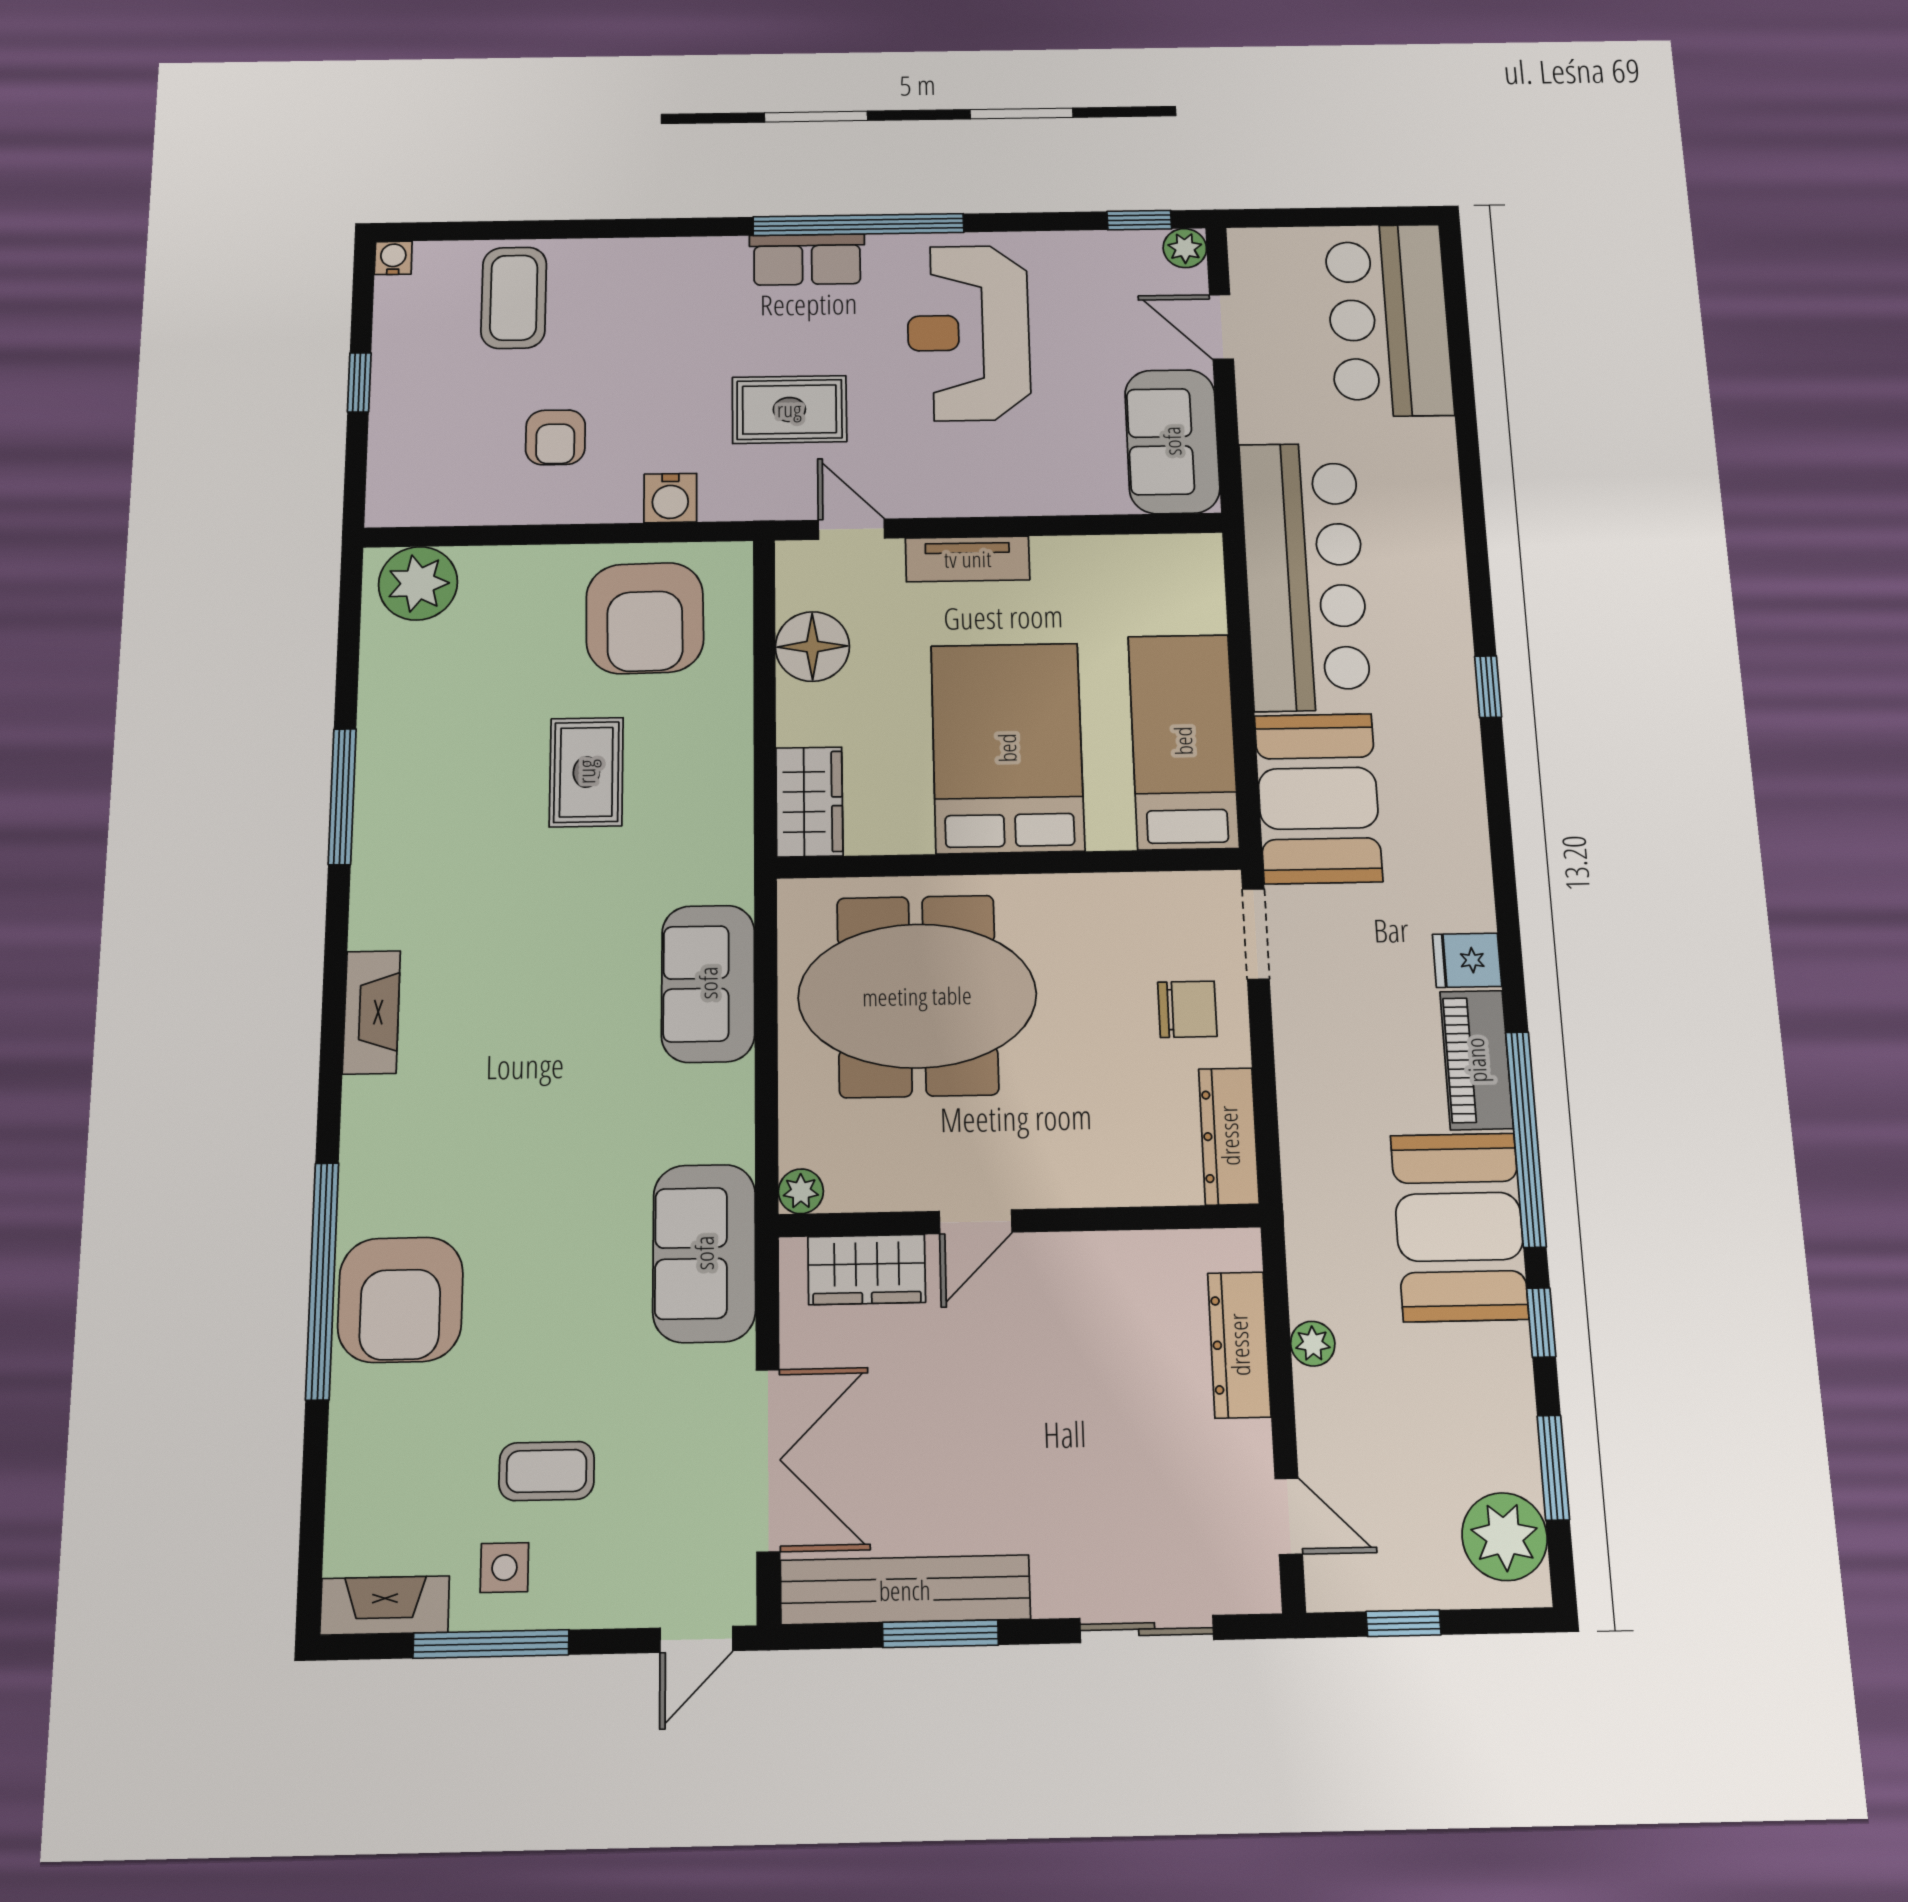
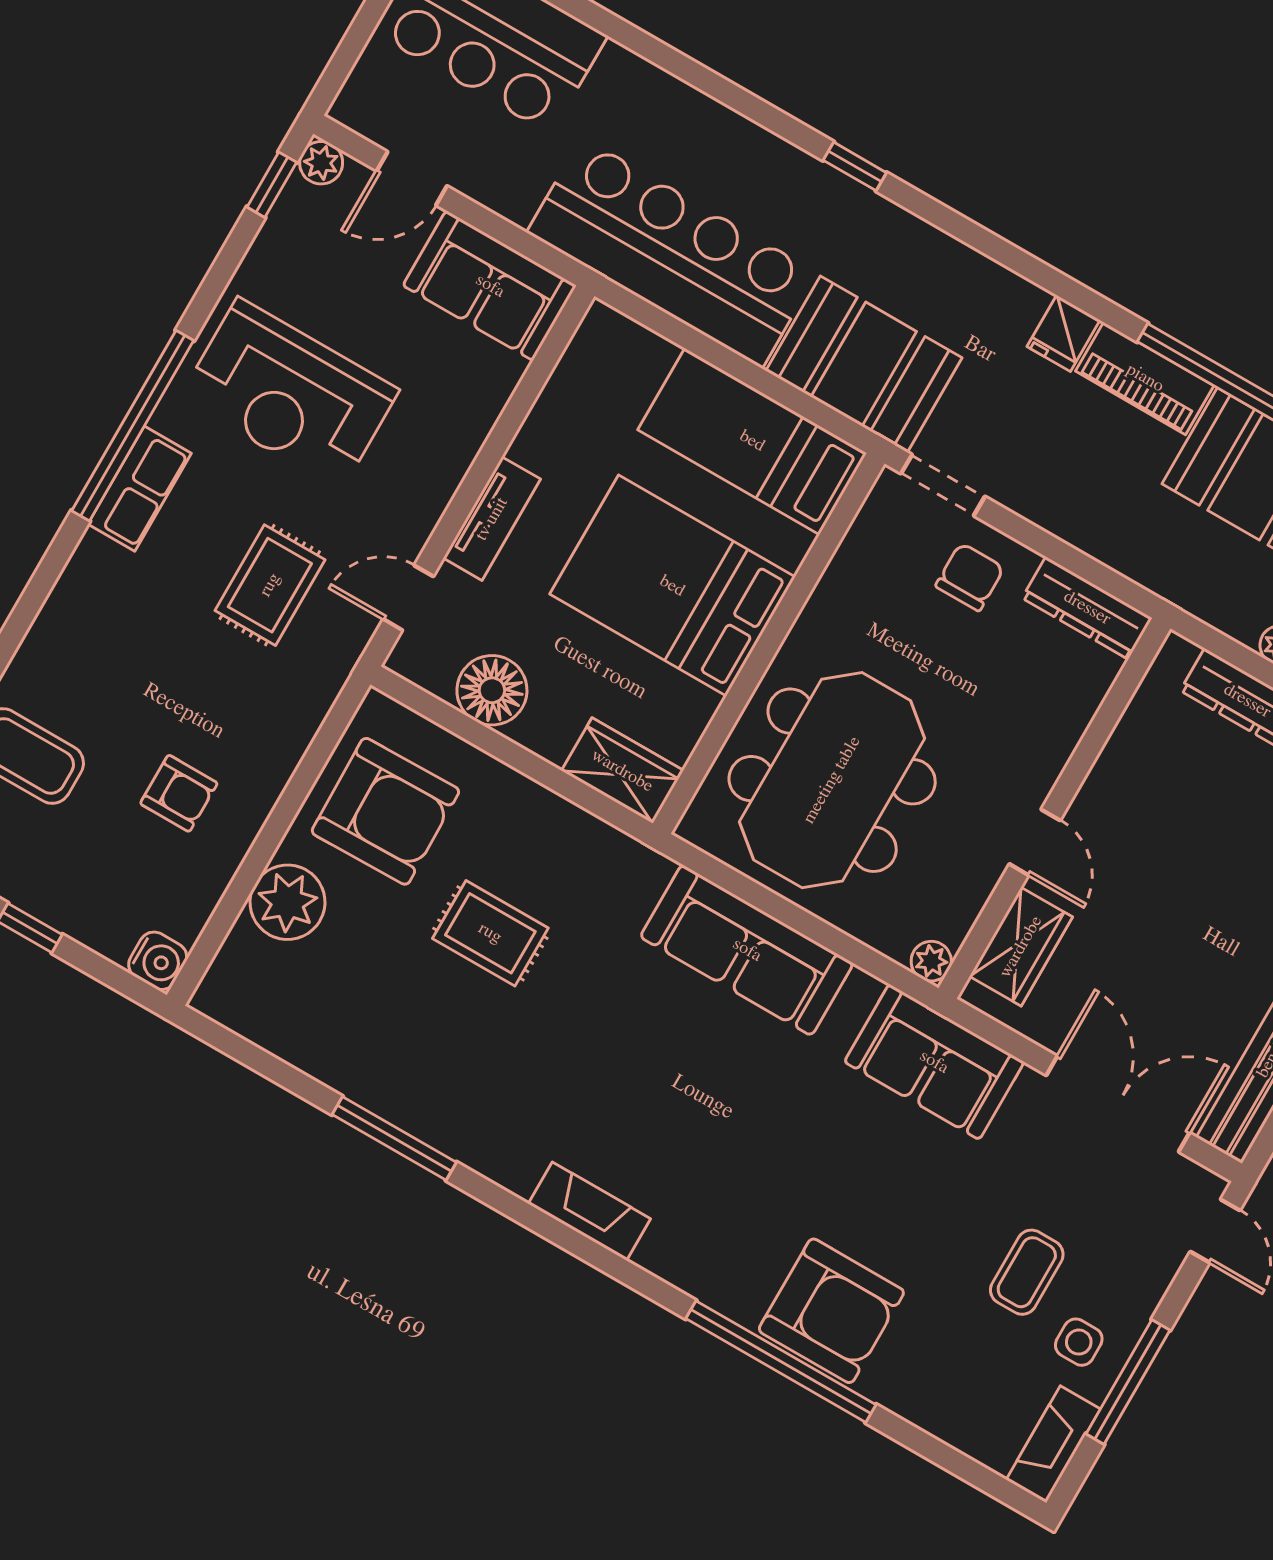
water cooler: (670, 498) -> (158, 961), moved
plant: (418, 583) -> (288, 902), moved
sofa: (708, 983) -> (747, 950), width x1.36

